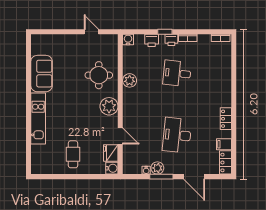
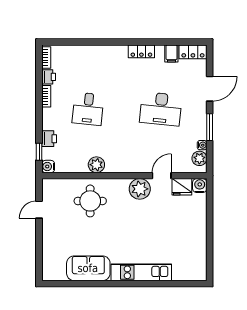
window: (165, 32) -> (39, 152), moved
printer: (171, 40) -> (49, 77), moved
plant: (109, 106) -> (140, 189), moved
cafe table: (73, 154) -> (183, 231), removed
plant: (157, 168) -> (199, 158), moved

